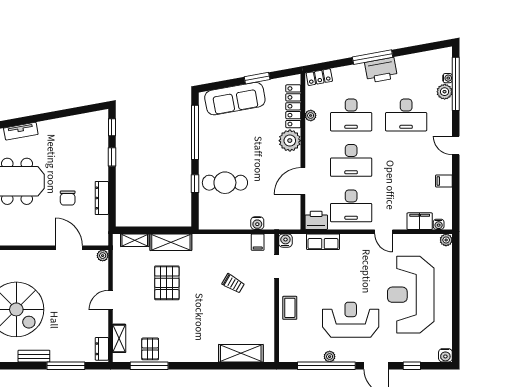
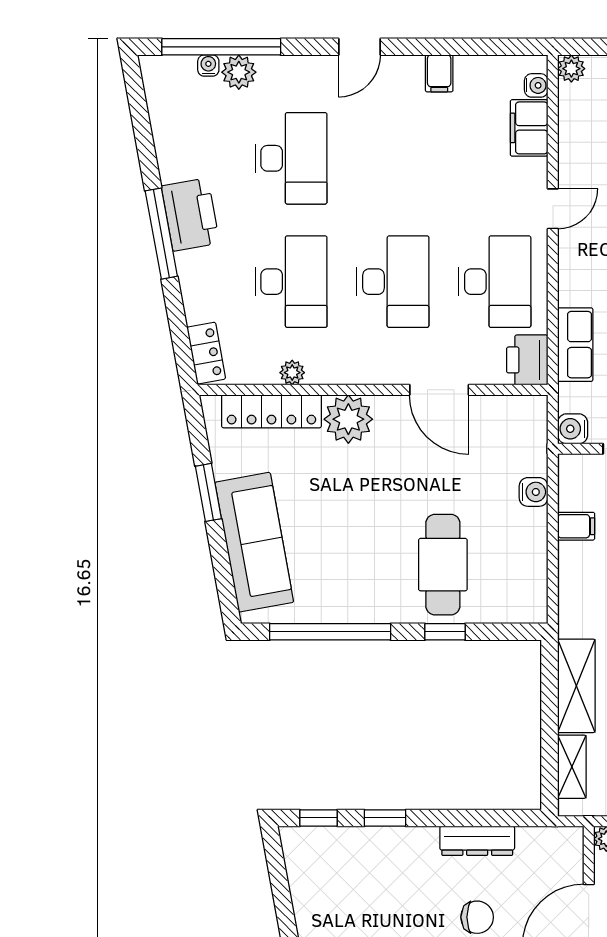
filing cabinet: (258, 242) -> (576, 526), moved

